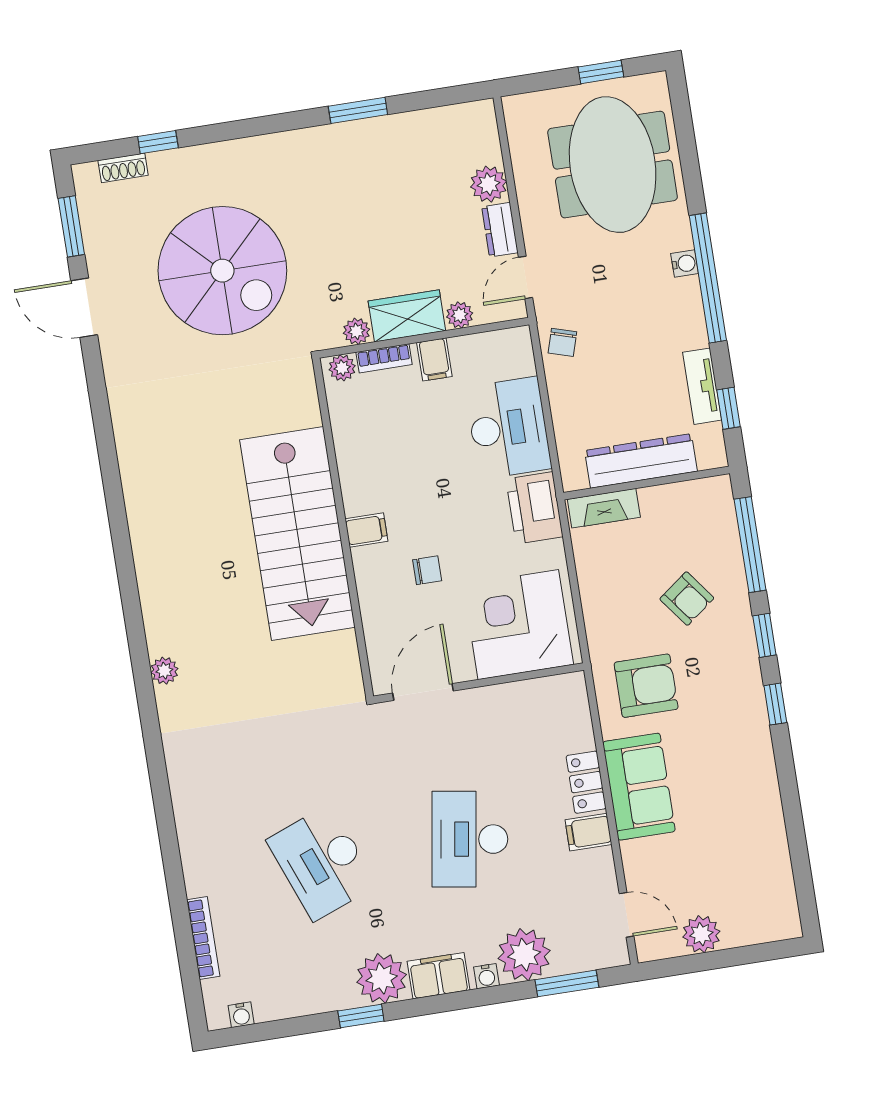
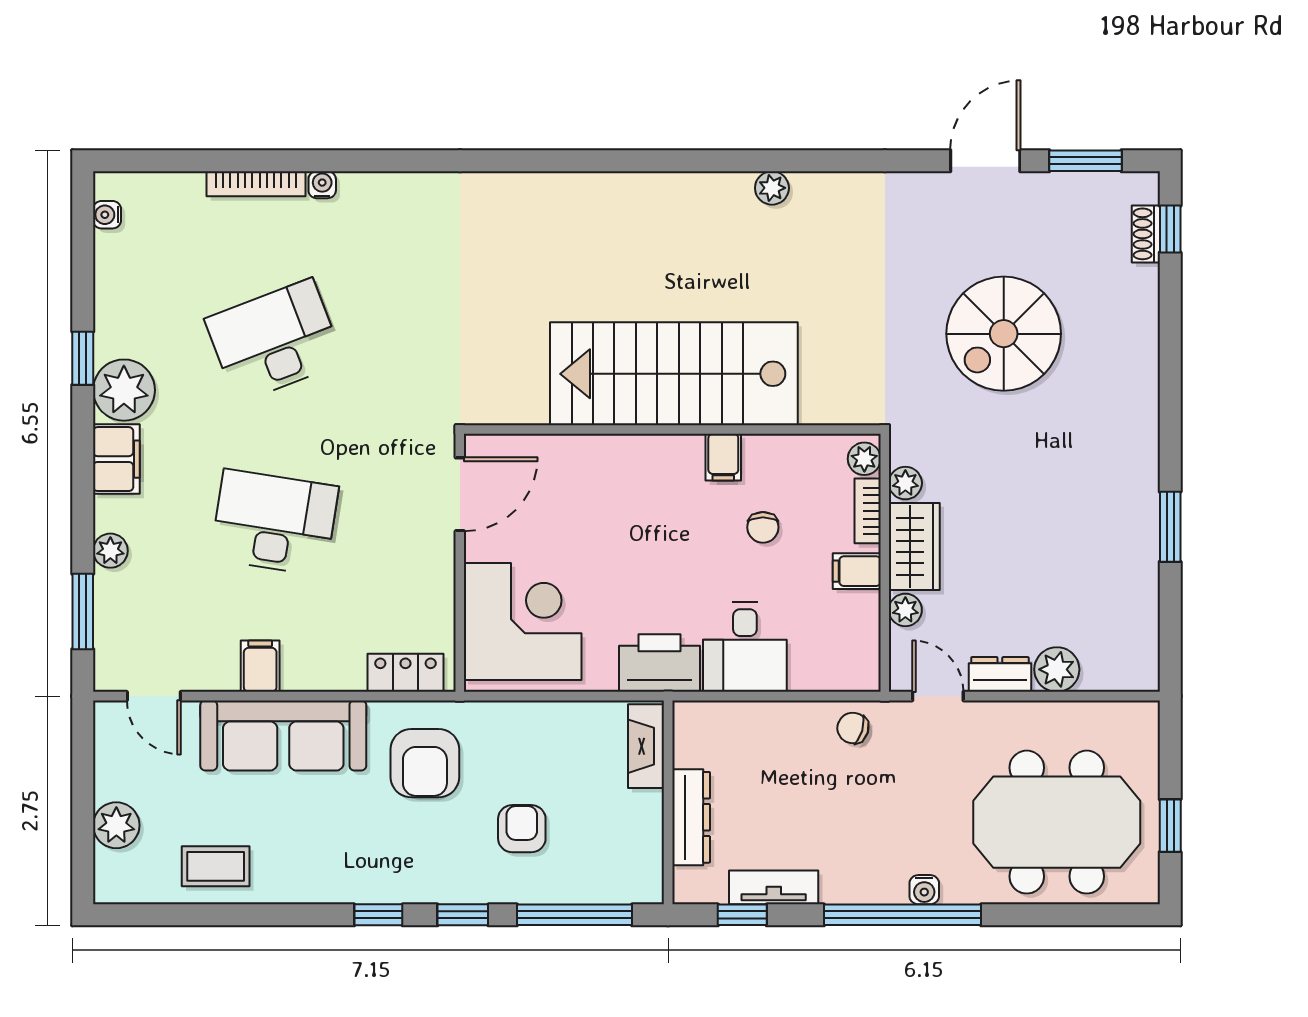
window: (158, 142) -> (1170, 229), moved
spiral stairs: (222, 271) -> (1004, 334), width x0.73, depth x0.73
desk: (508, 428) -> (745, 647), width x0.73
dresser: (641, 461) -> (691, 817), width x0.73, depth x0.80
filing cabinet: (366, 530) -> (723, 457), moved
chair: (427, 570) -> (763, 527), moved
armchair: (687, 599) -> (522, 829), turned 127
plant: (164, 671) -> (772, 188), moved
door: (423, 692) -> (460, 494), hinge flipped
locker: (586, 782) -> (405, 673), moved
sofa: (639, 787) -> (283, 735), width x1.36
coffee table: (757, 843) -> (216, 866), added
door: (626, 915) -> (154, 696), hinge flipped
plant: (701, 934) -> (116, 825), moved
bookcase: (203, 938) -> (256, 184), moved
plant: (524, 955) -> (110, 551), width x0.53, depth x0.53
water cooler: (487, 976) -> (322, 185), moved, turned 90

